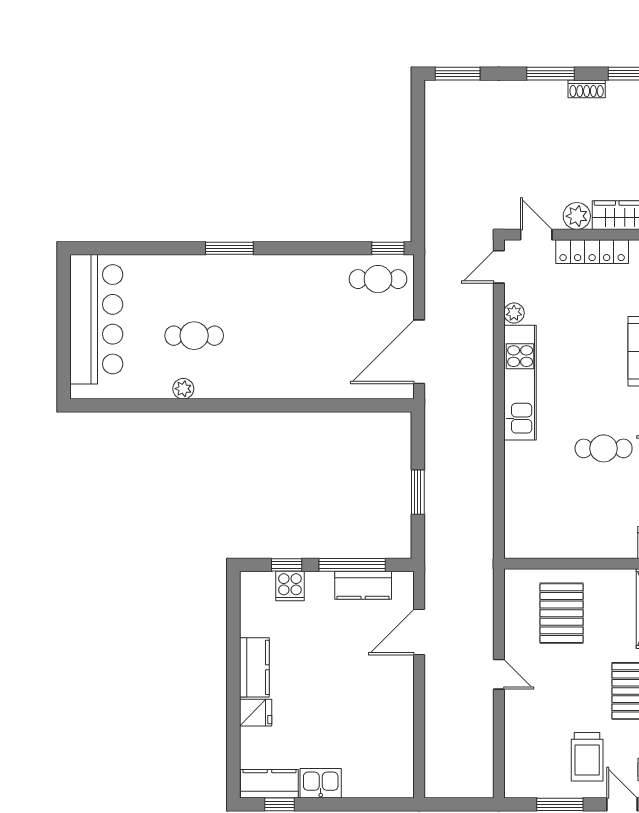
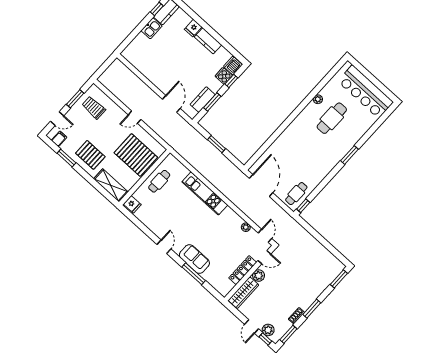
cafe table: (194, 336) -> (332, 118), width x1.37, depth x1.35
kitchen unit: (520, 383) -> (205, 193), moved
cafe table: (604, 448) -> (159, 181), moved
window: (352, 565) -> (212, 102), width x0.69
dishwasher: (258, 586) -> (233, 65), added
pallet: (562, 613) -> (136, 155), width x1.37, depth x1.41
trolley: (587, 757) -> (94, 108), moved

